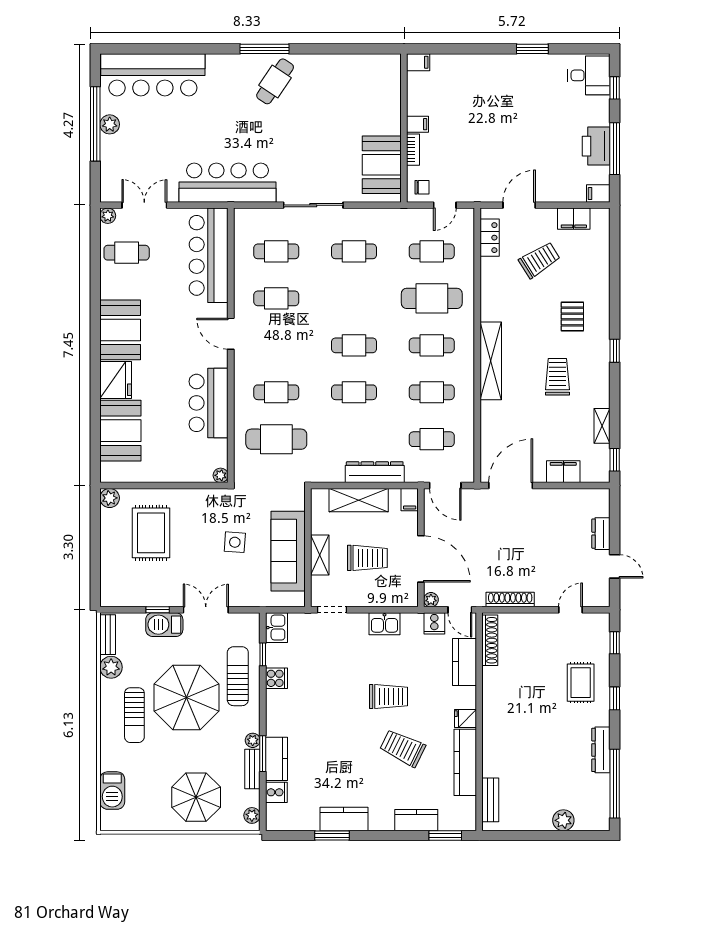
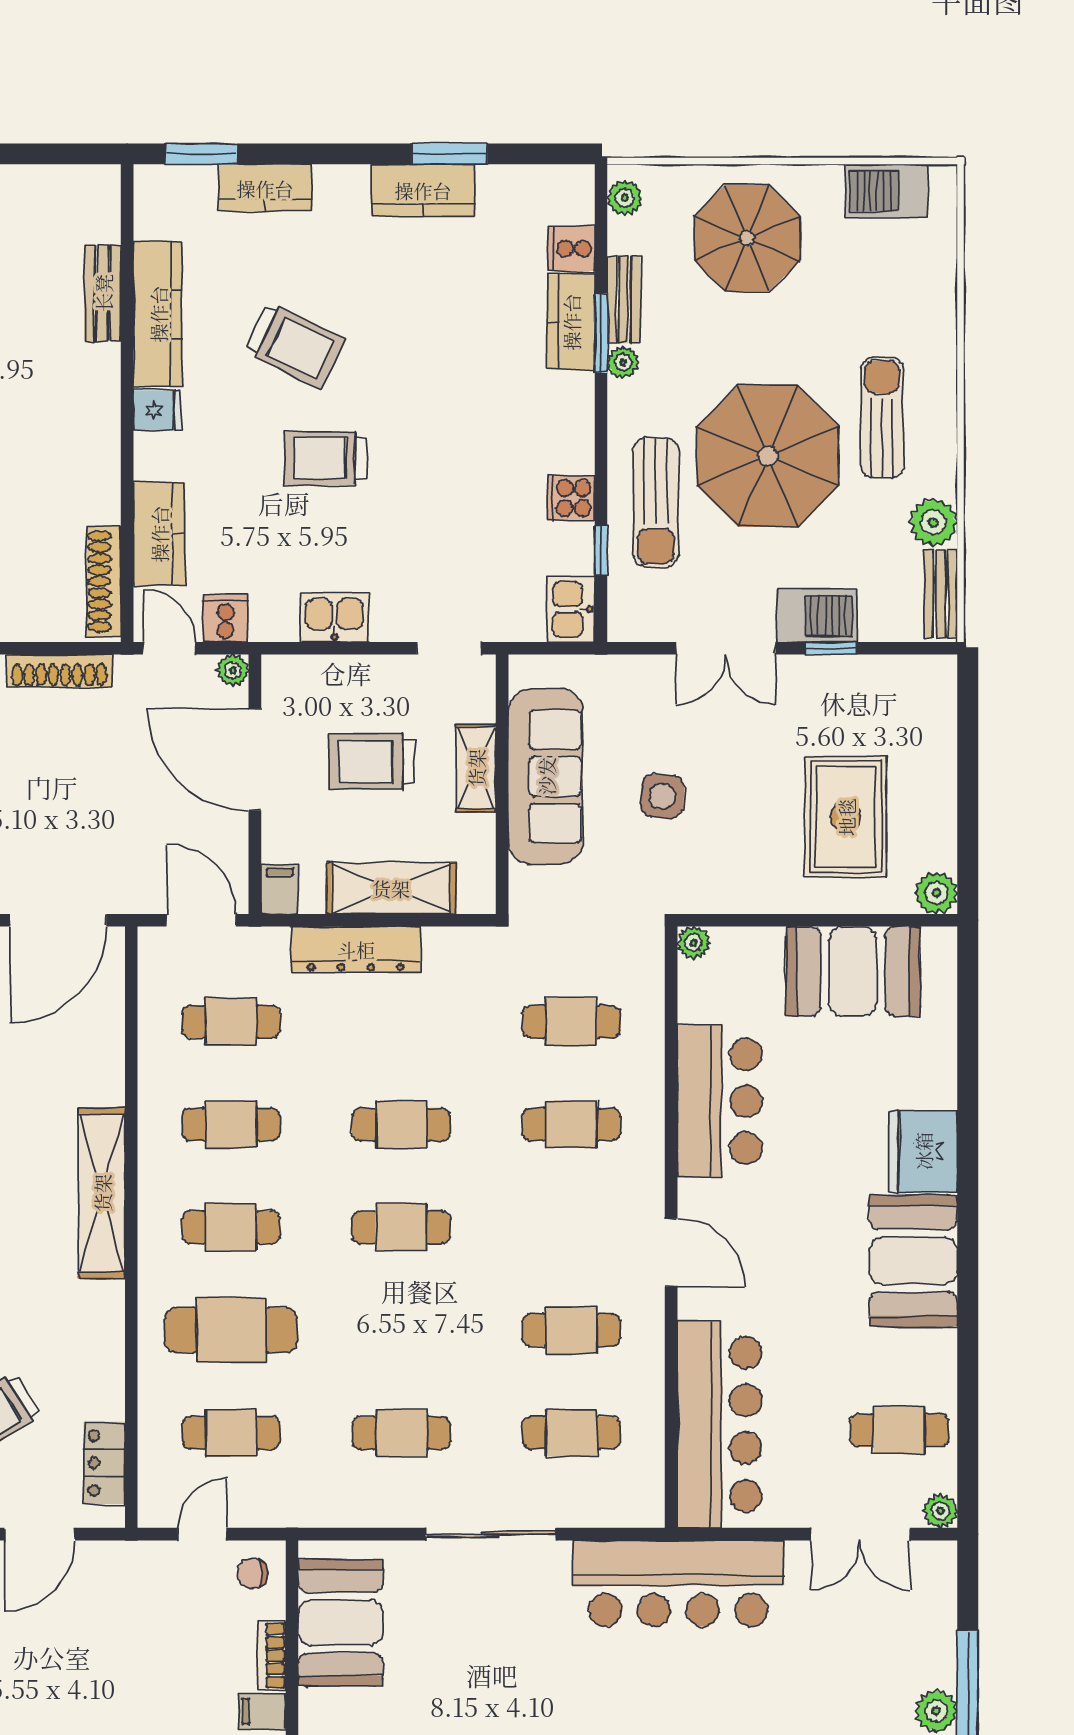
booth: (120, 431) -> (853, 971), moved, turned 90
cafe table: (276, 439) -> (571, 1022), width x0.73, depth x0.74
barbecue: (112, 791) -> (886, 191), moved, turned -90
bench: (490, 800) -> (103, 293), moved

